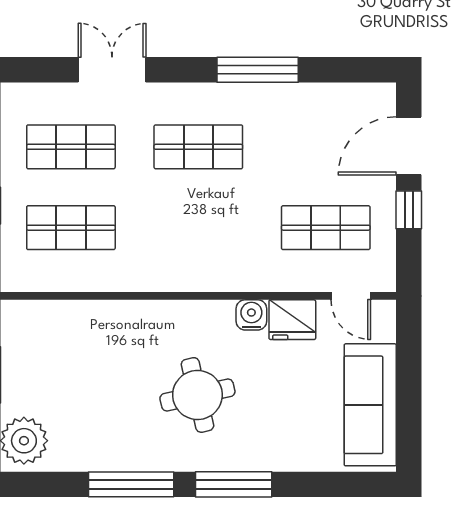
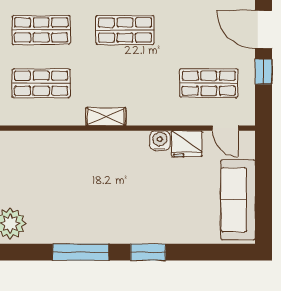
door: (409, 146) -> (263, 29), hinge flipped
shelving: (169, 279) -> (106, 117), added
round table: (197, 395) -> (124, 193), removed
window: (234, 484) -> (148, 252), width x0.69

